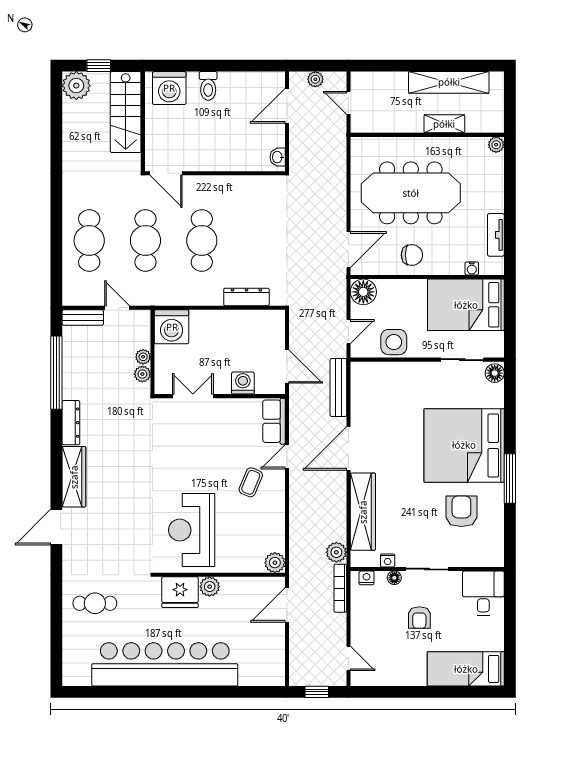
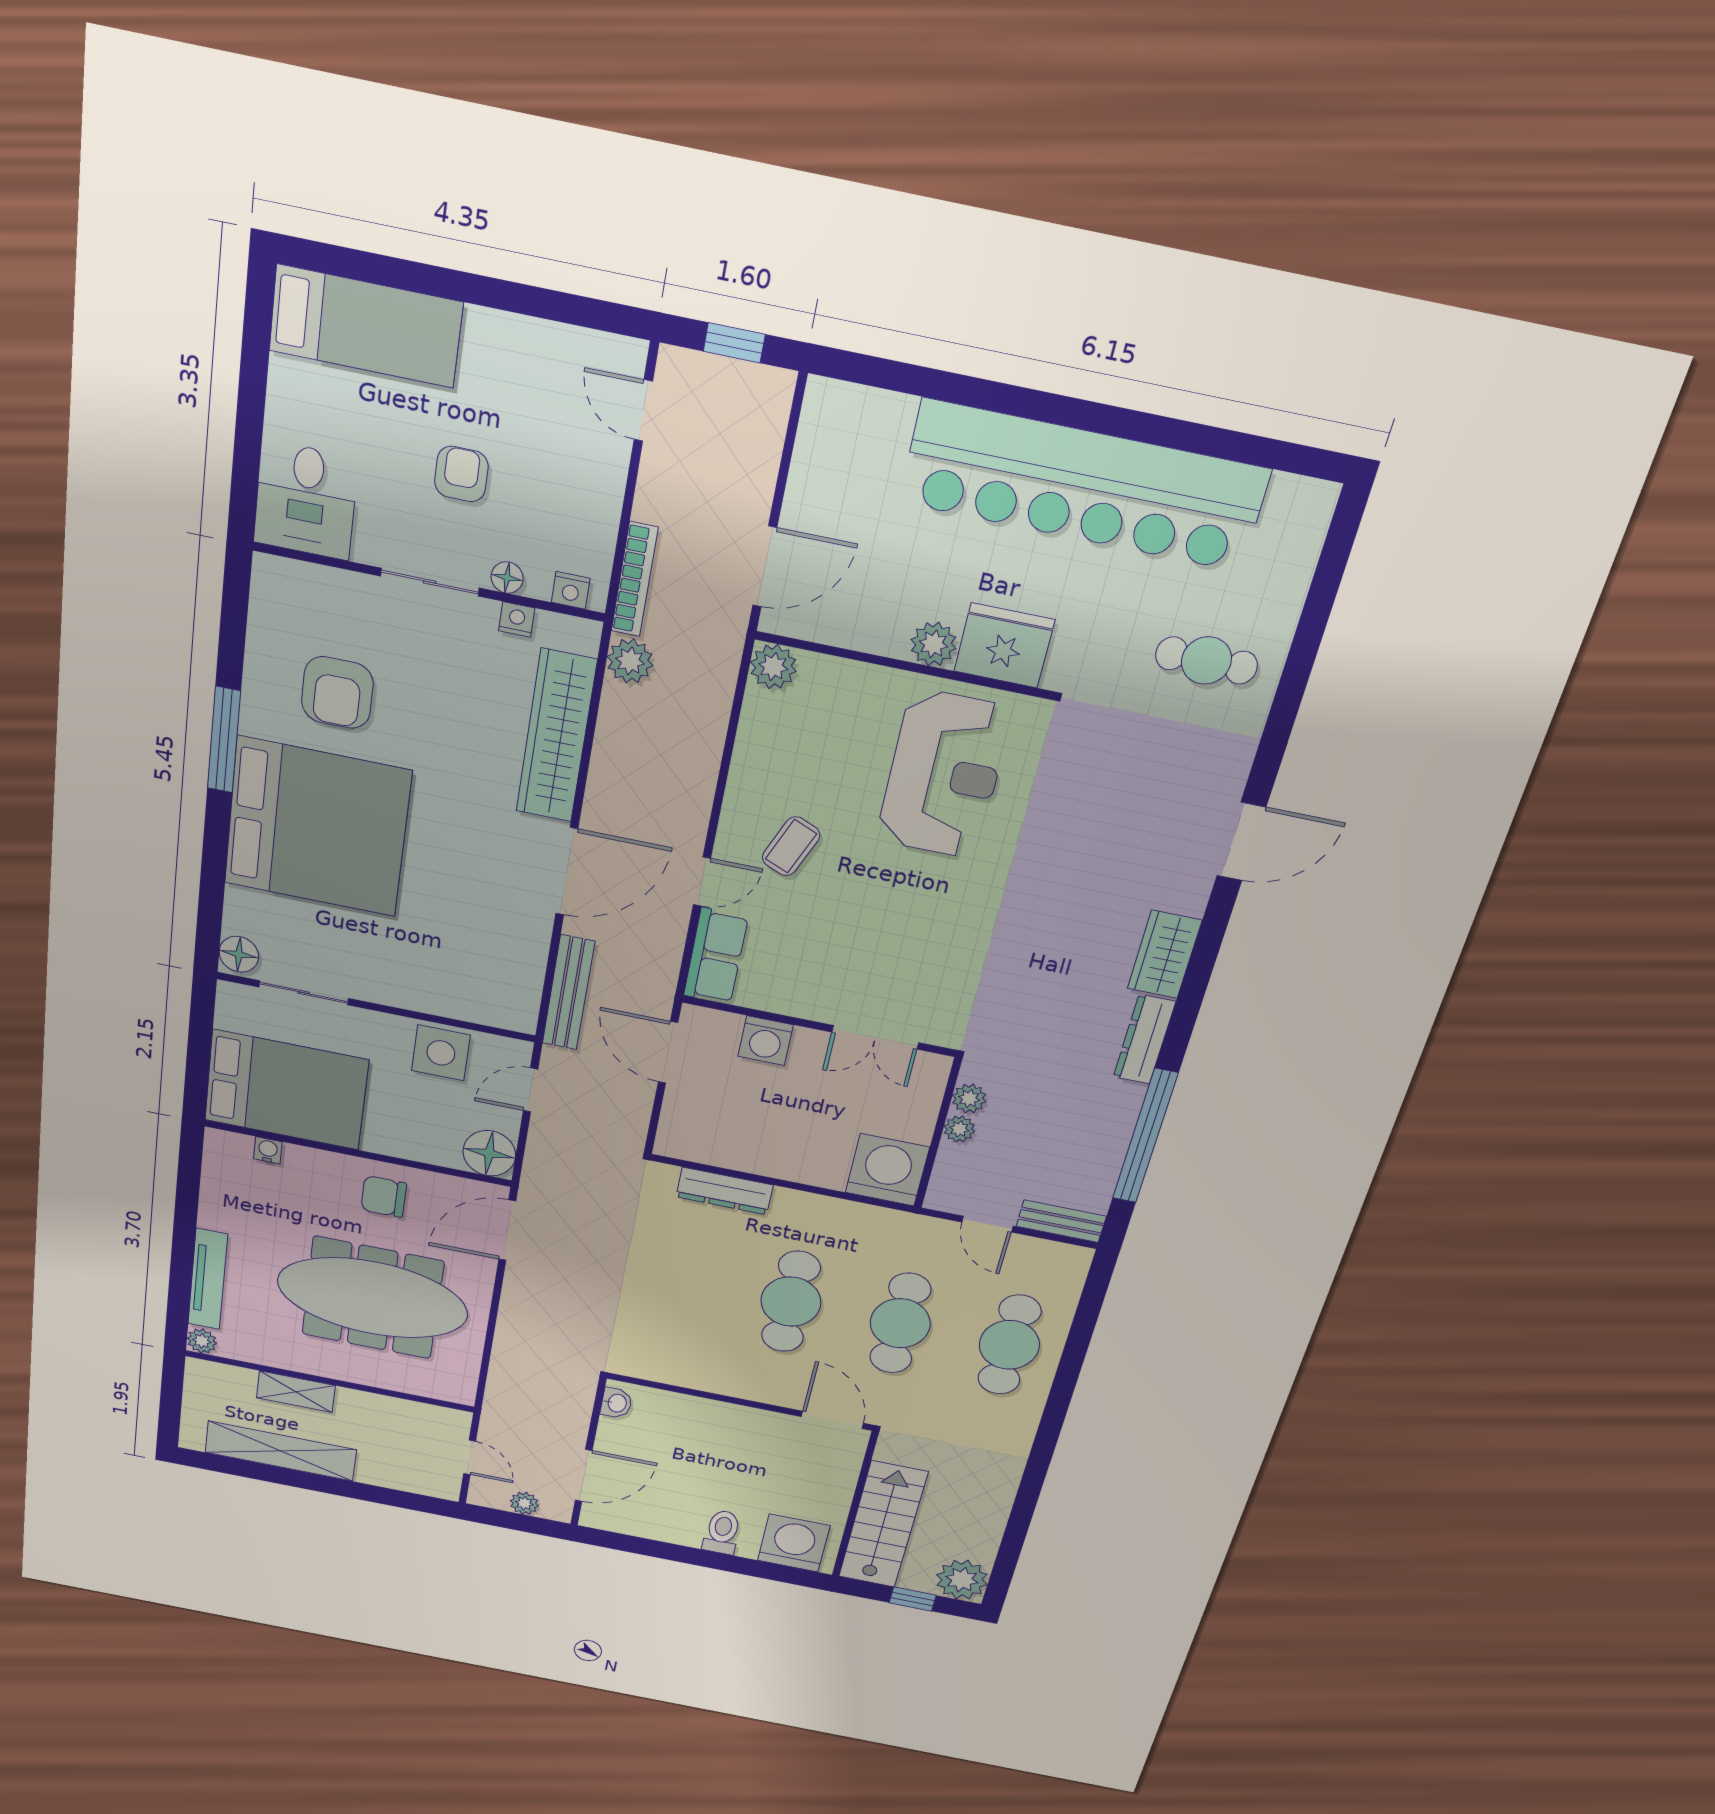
tv unit: (496, 235) -> (208, 1279), moved, width x1.41
wardrobe: (74, 477) -> (1165, 954), width x0.67

